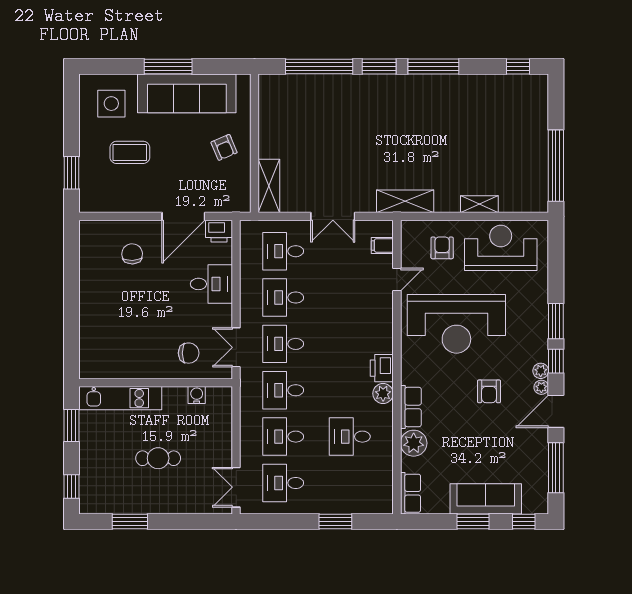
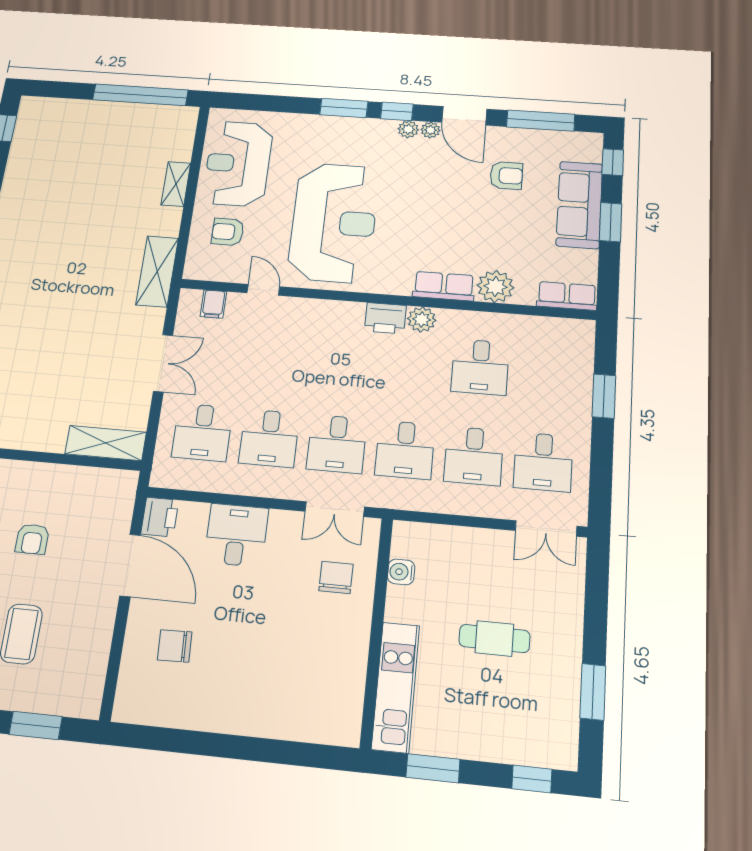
armchair: (224, 147) -> (32, 539), moved, turned 113
armchair: (489, 391) -> (506, 176), moved
cafe table: (158, 458) -> (494, 638), turned 90

